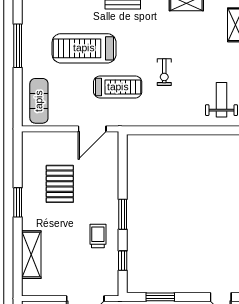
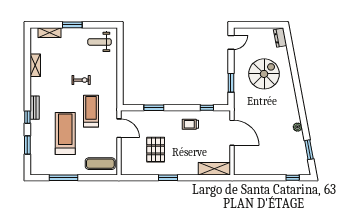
treadmill: (84, 48) -> (65, 134), turned 180
pallet: (60, 184) -> (156, 150), turned 90
window: (123, 214) -> (154, 108), moved
shelving: (31, 255) -> (214, 169), moved

